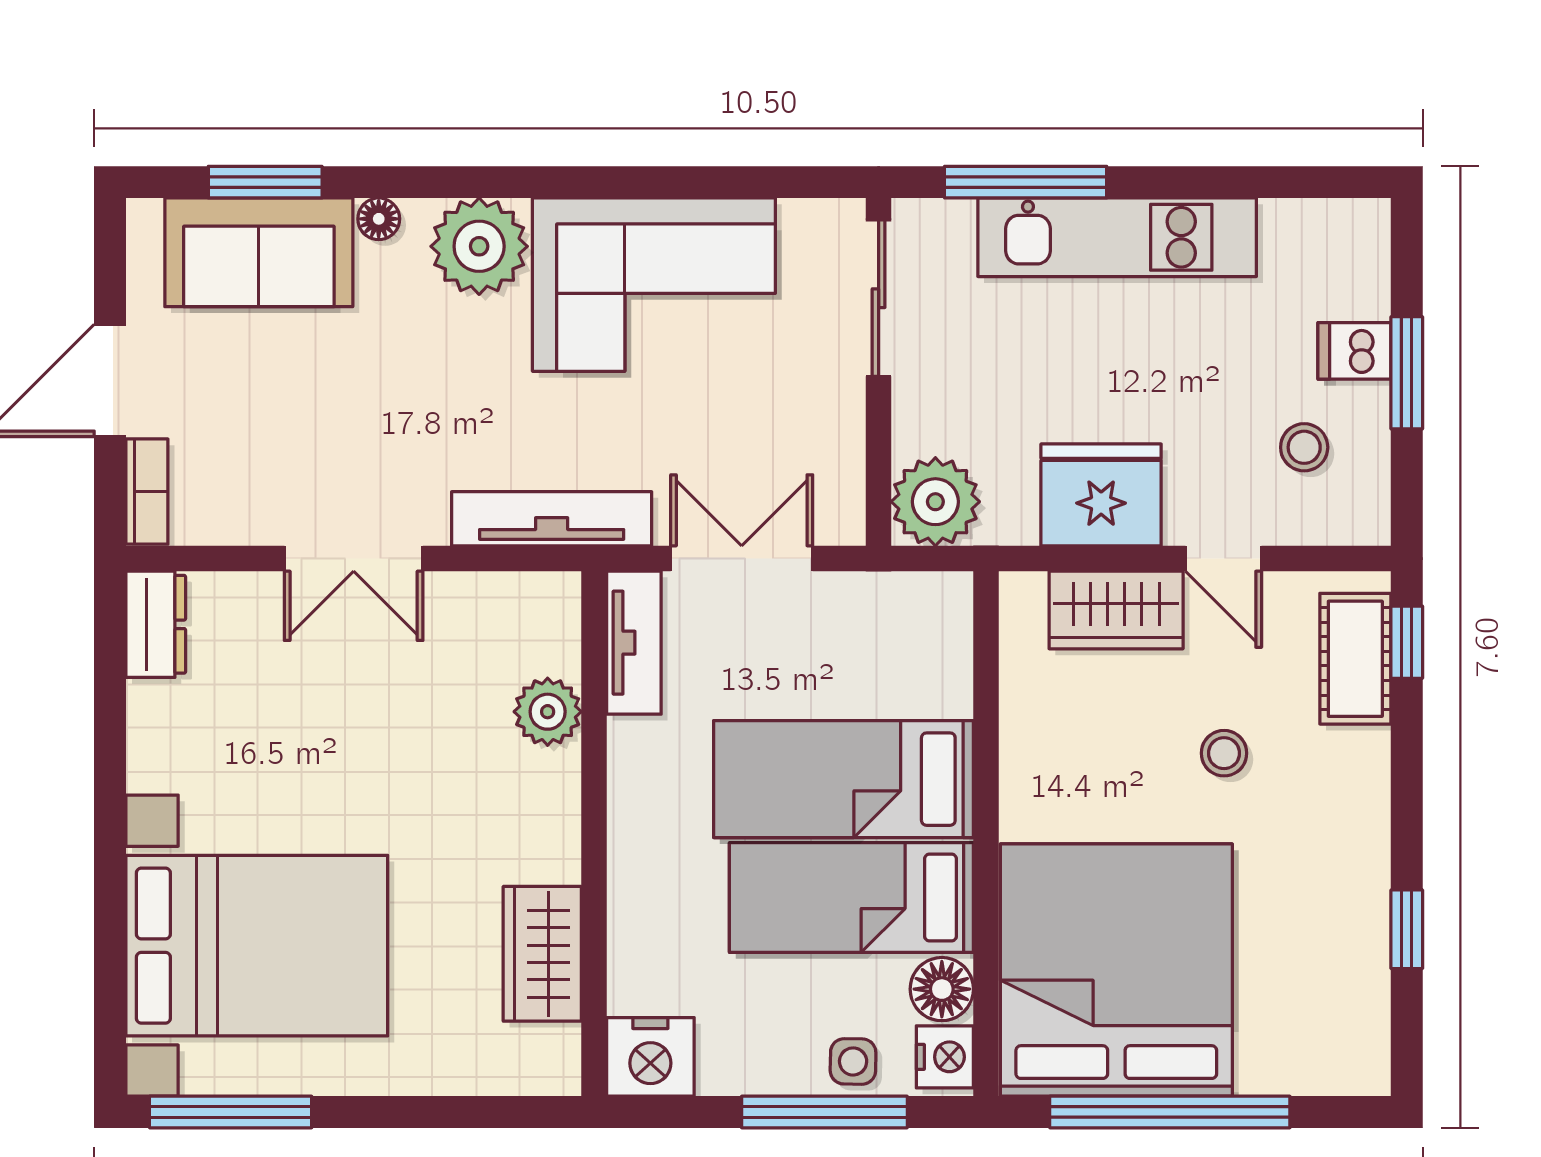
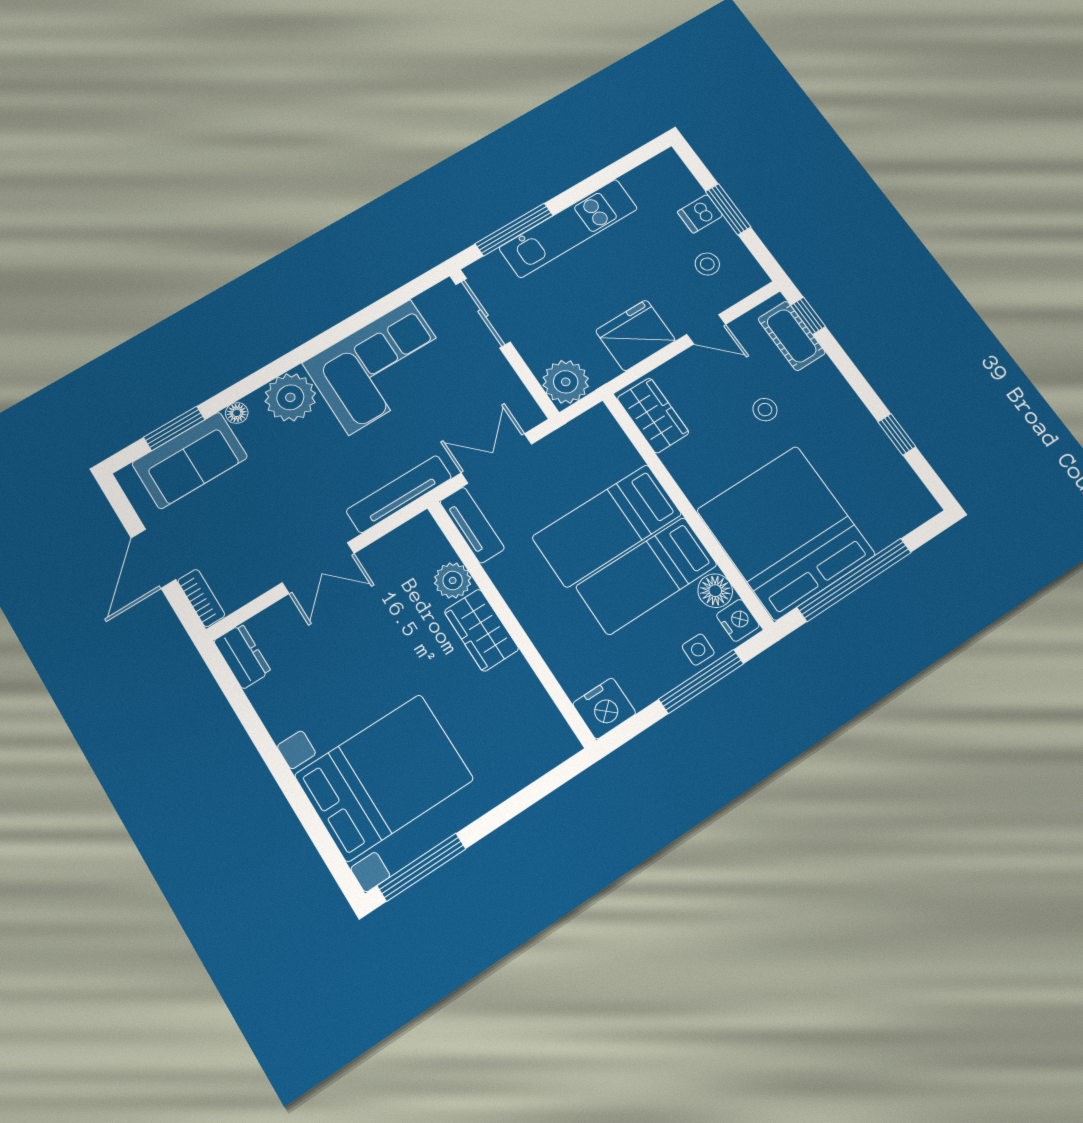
wardrobe: (1116, 610) -> (653, 415), moved, turned -90
wardrobe: (542, 954) -> (481, 630), moved

